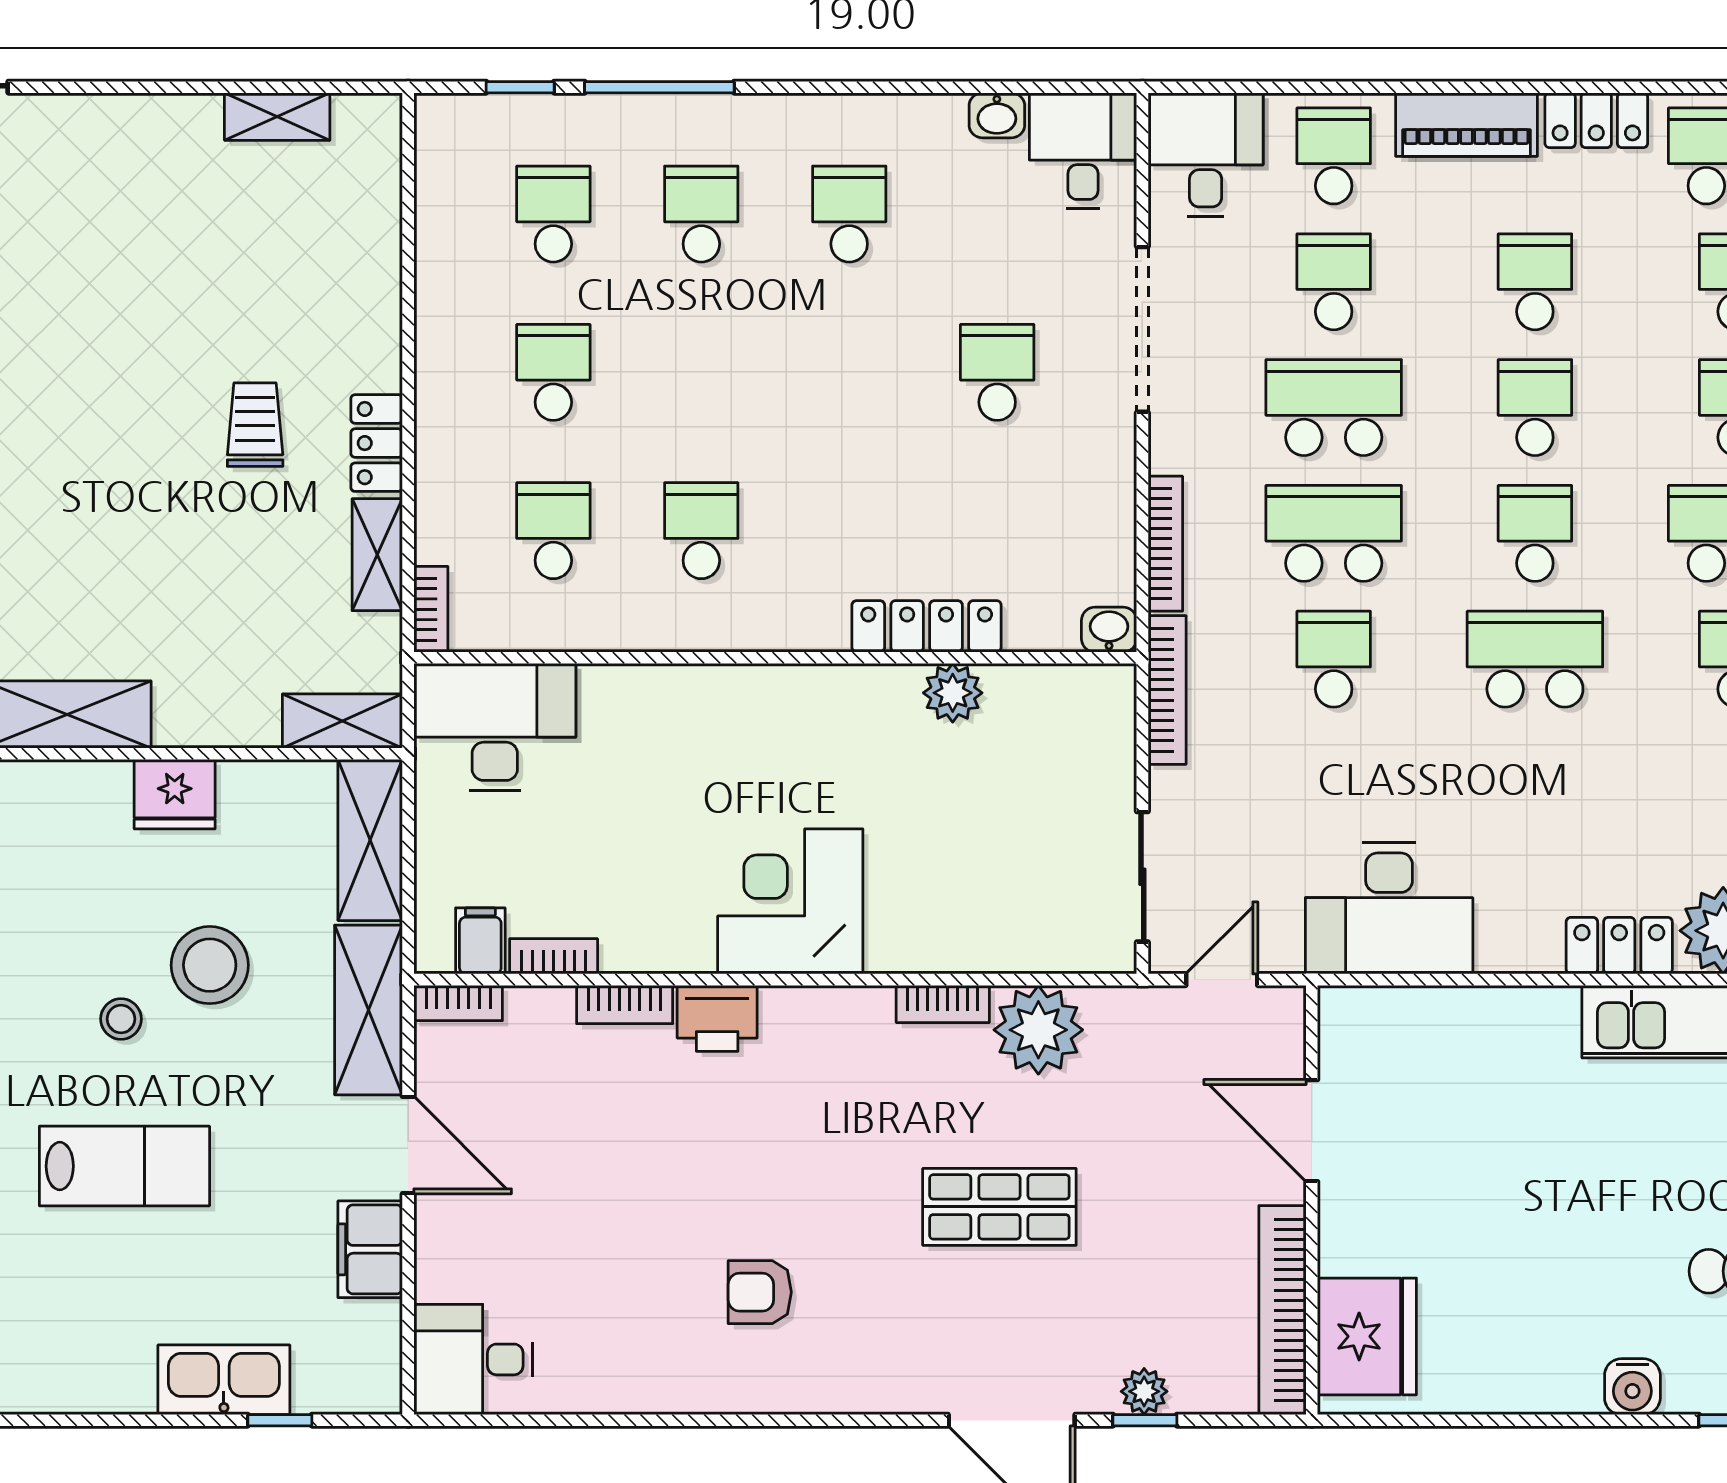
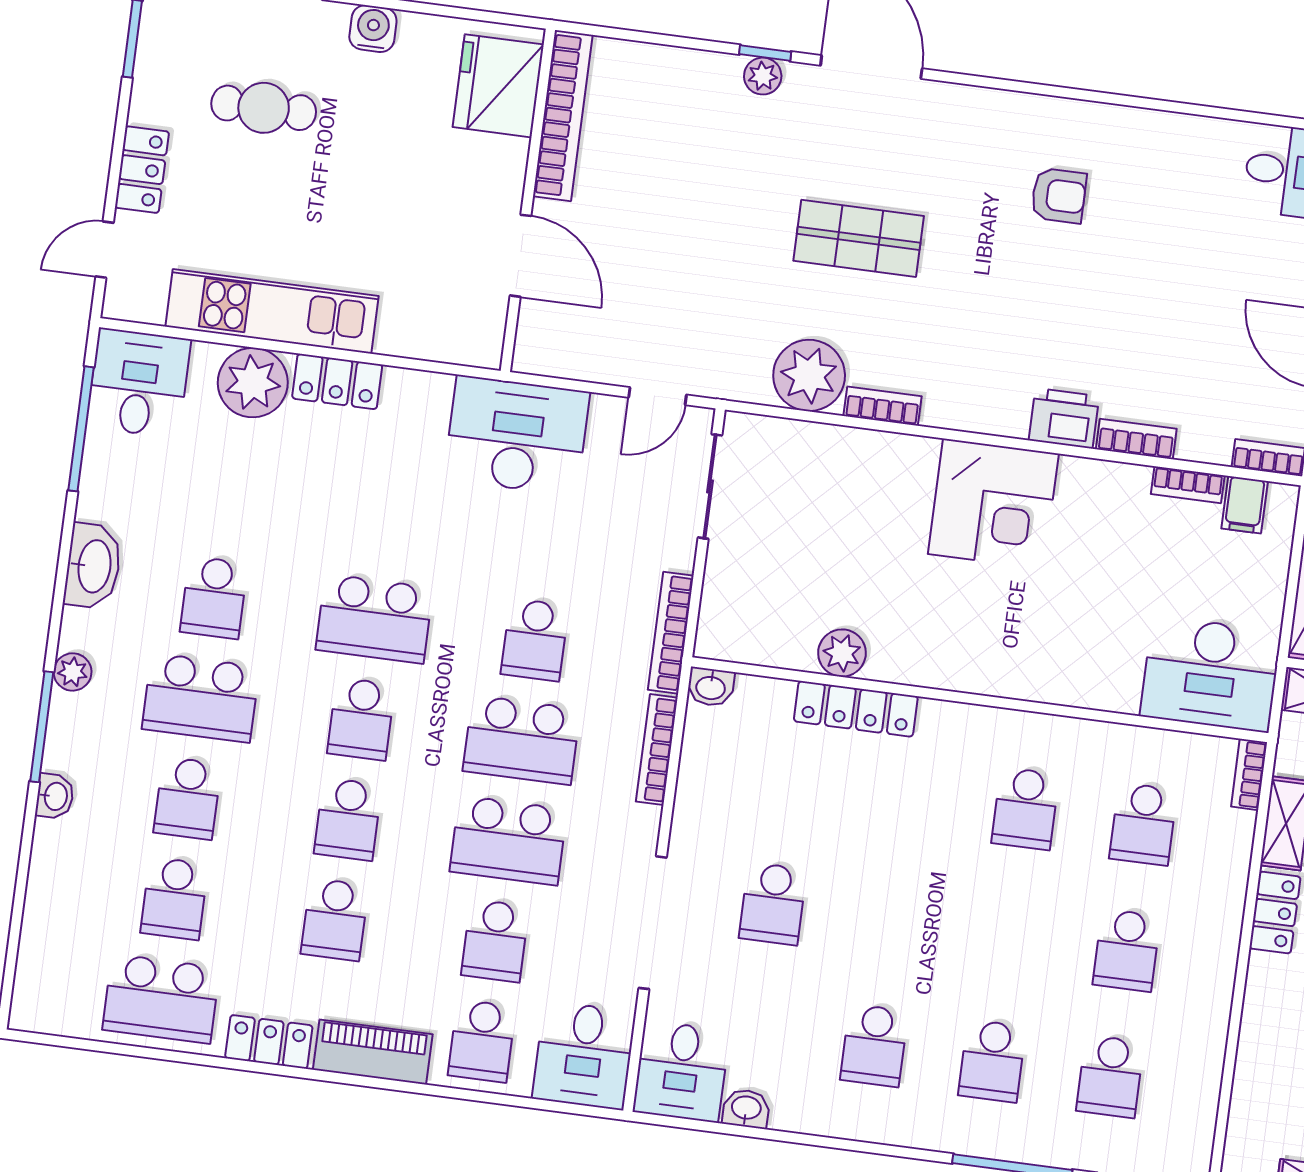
door: (1312, 1131) -> (521, 256), moved
wall: (1312, 1200) -> (528, 200), moved
bookcase: (1282, 1310) -> (563, 116), moved
fridge: (1367, 1336) -> (498, 86), moved

